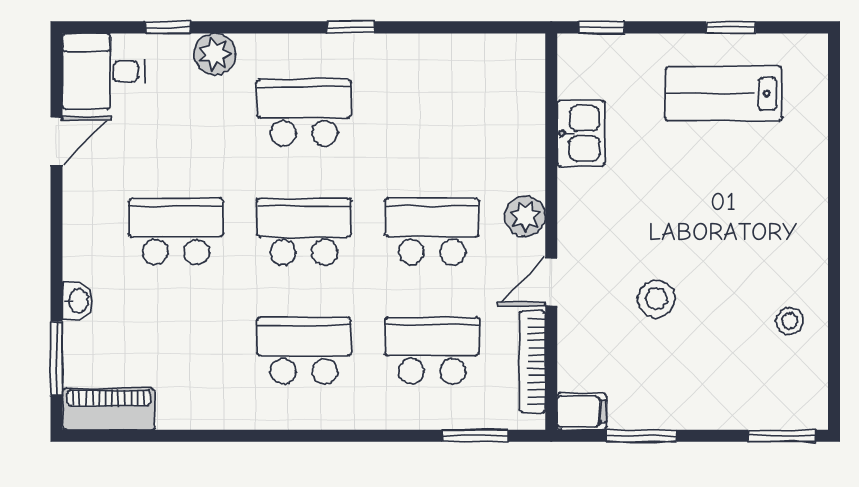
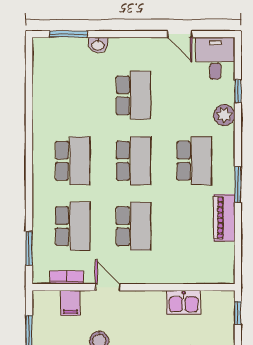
window: (350, 27) -> (238, 185), width x1.50
plant: (525, 216) -> (141, 274), removed
bookcase: (532, 362) -> (67, 278), width x0.64
piano: (109, 409) -> (224, 218), moved, turned 180
filing cabinet: (582, 411) -> (70, 303), moved

